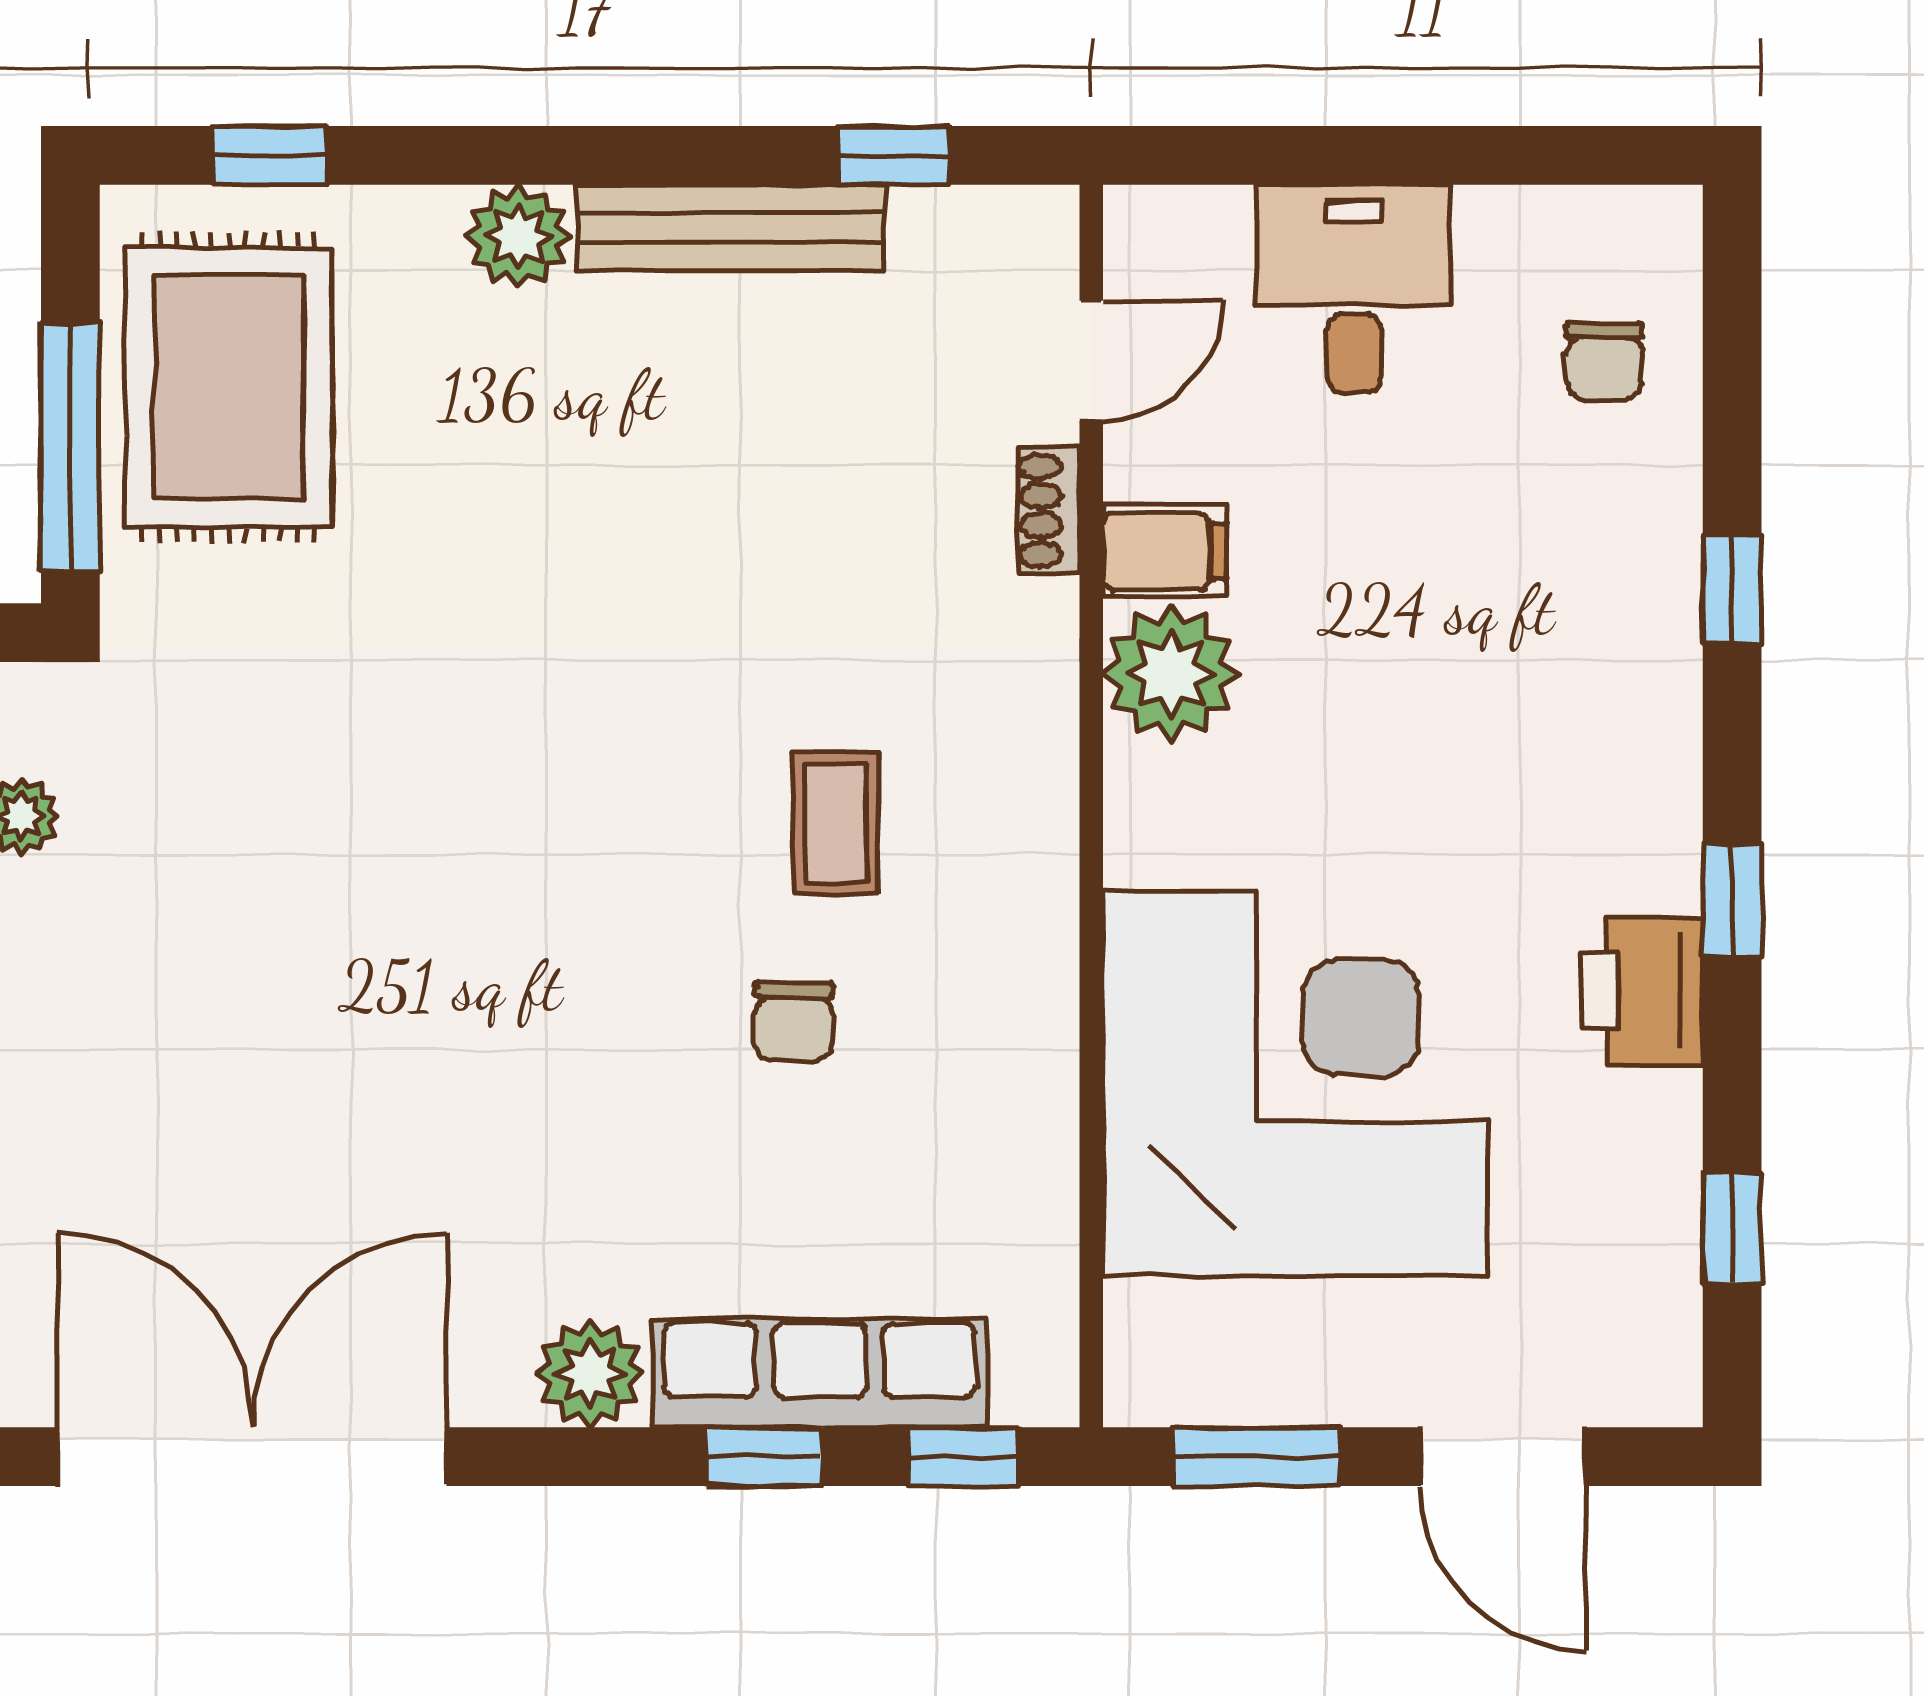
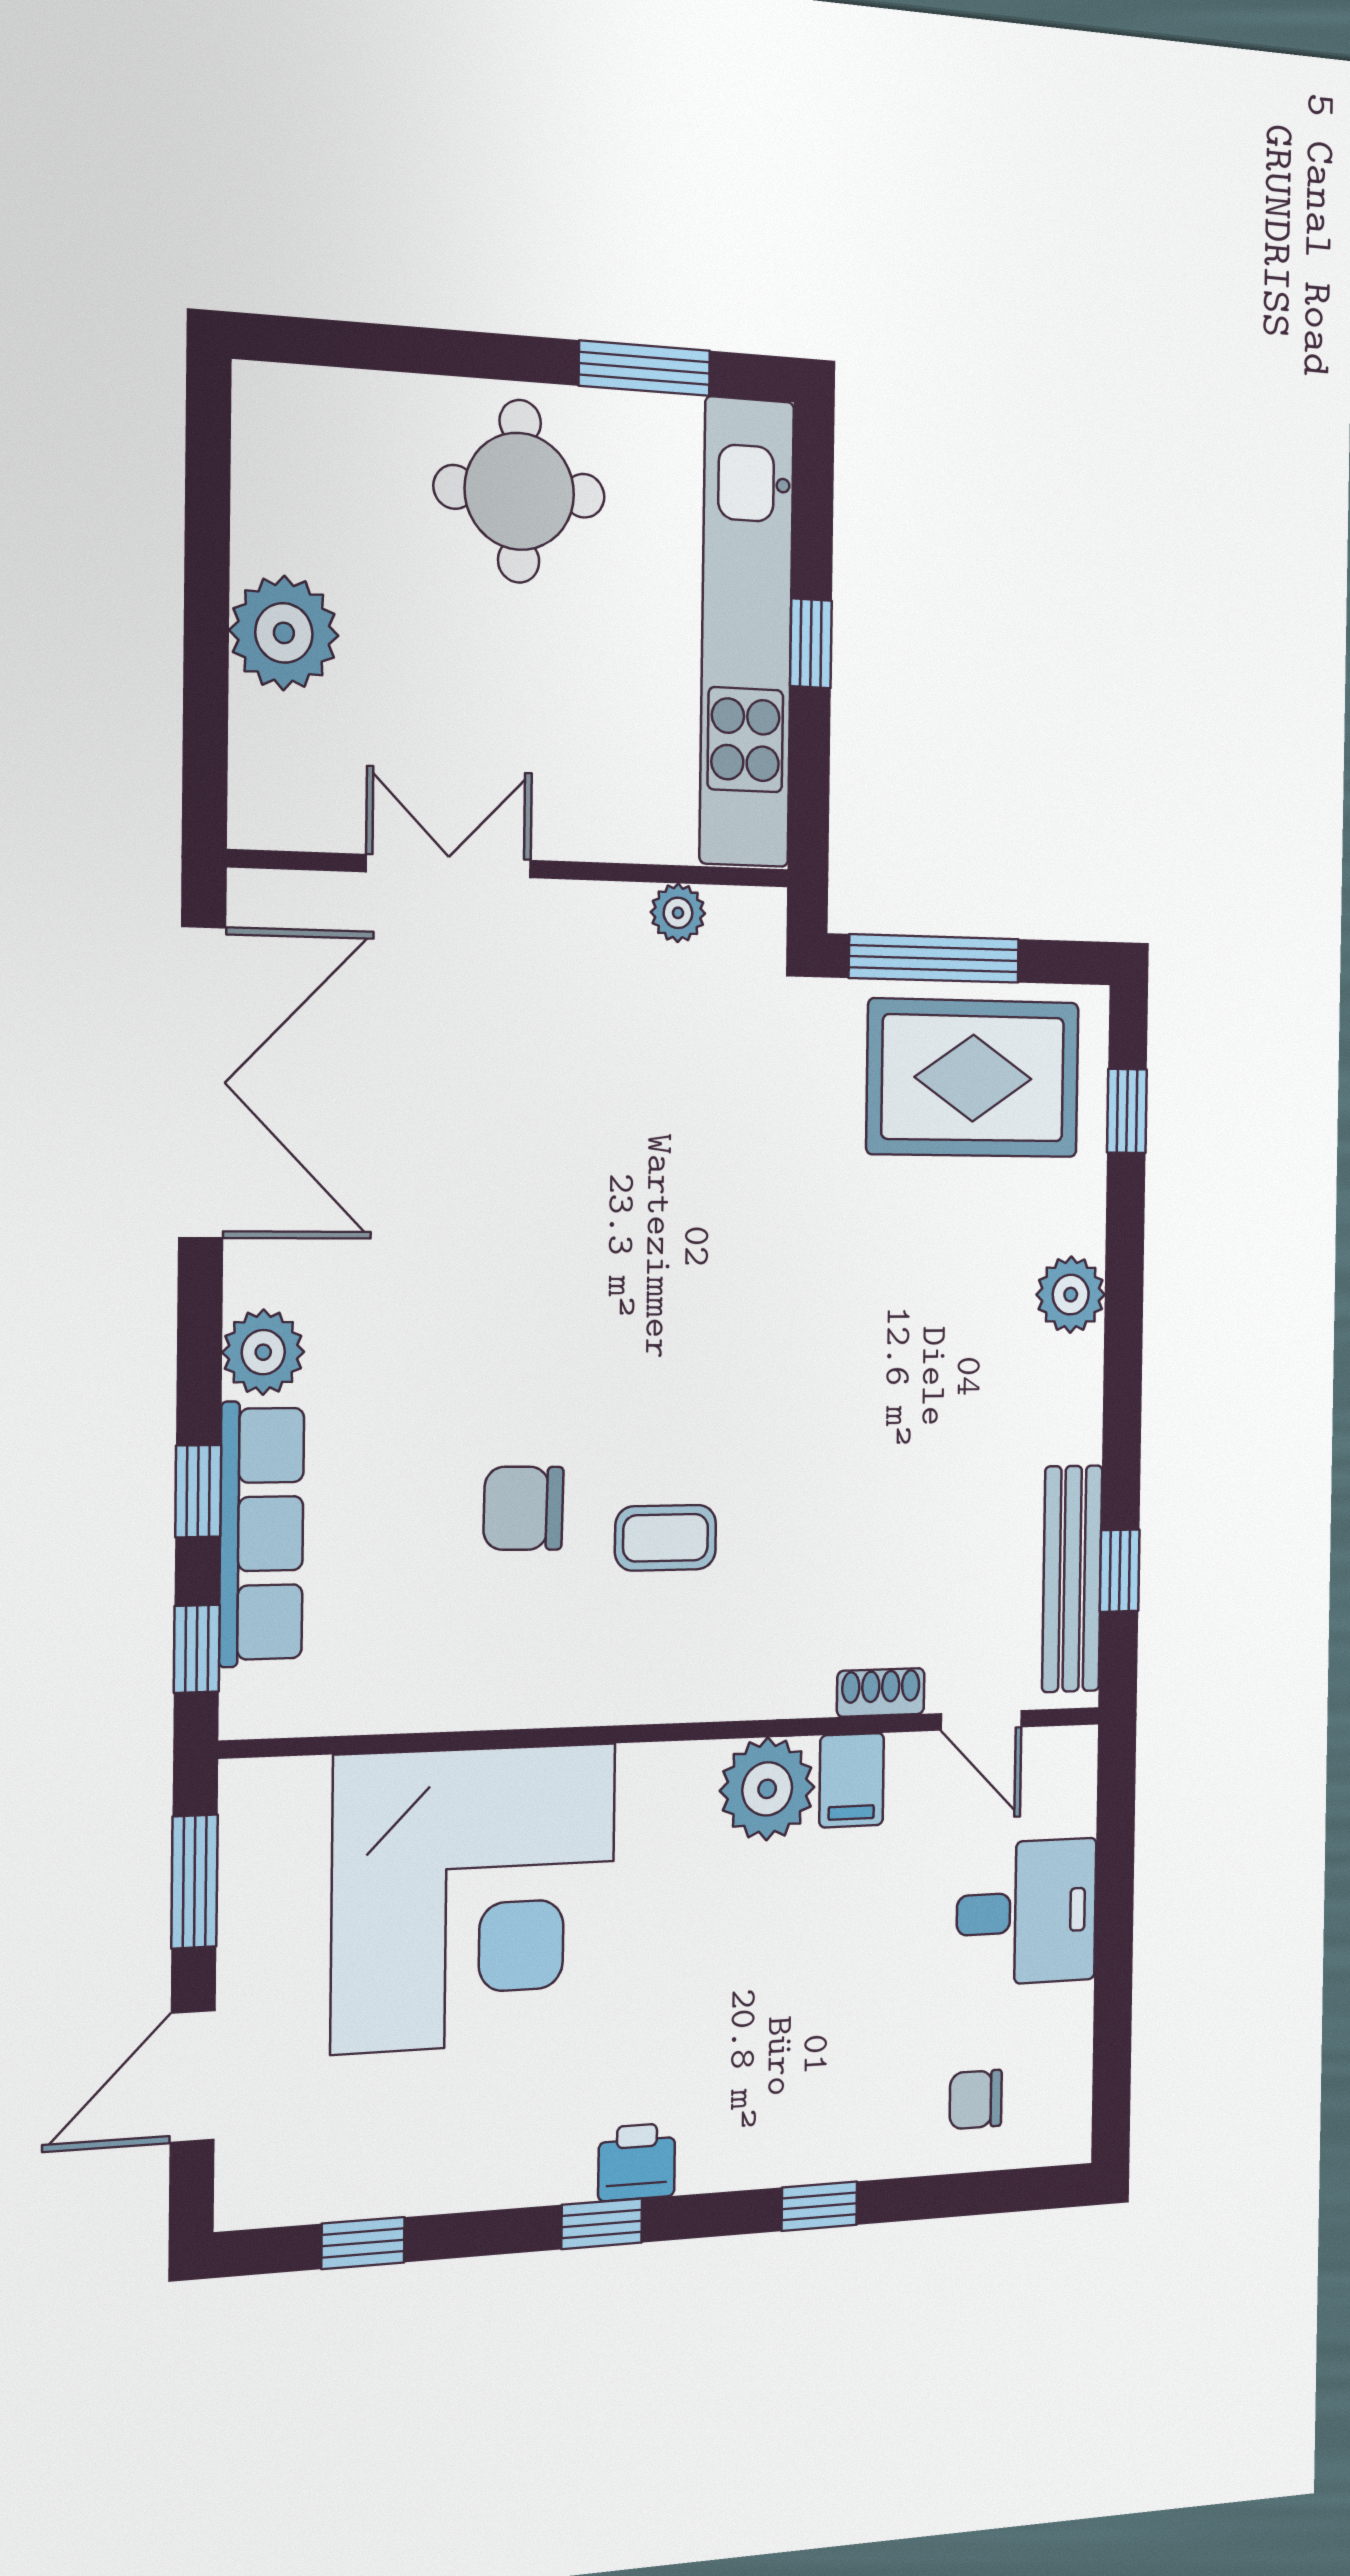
bench: (731, 227) -> (1072, 1579), moved
printer: (1643, 991) -> (637, 2162), moved, width x0.73, depth x0.81
chair: (794, 1021) -> (523, 1508), width x1.37, depth x1.37

